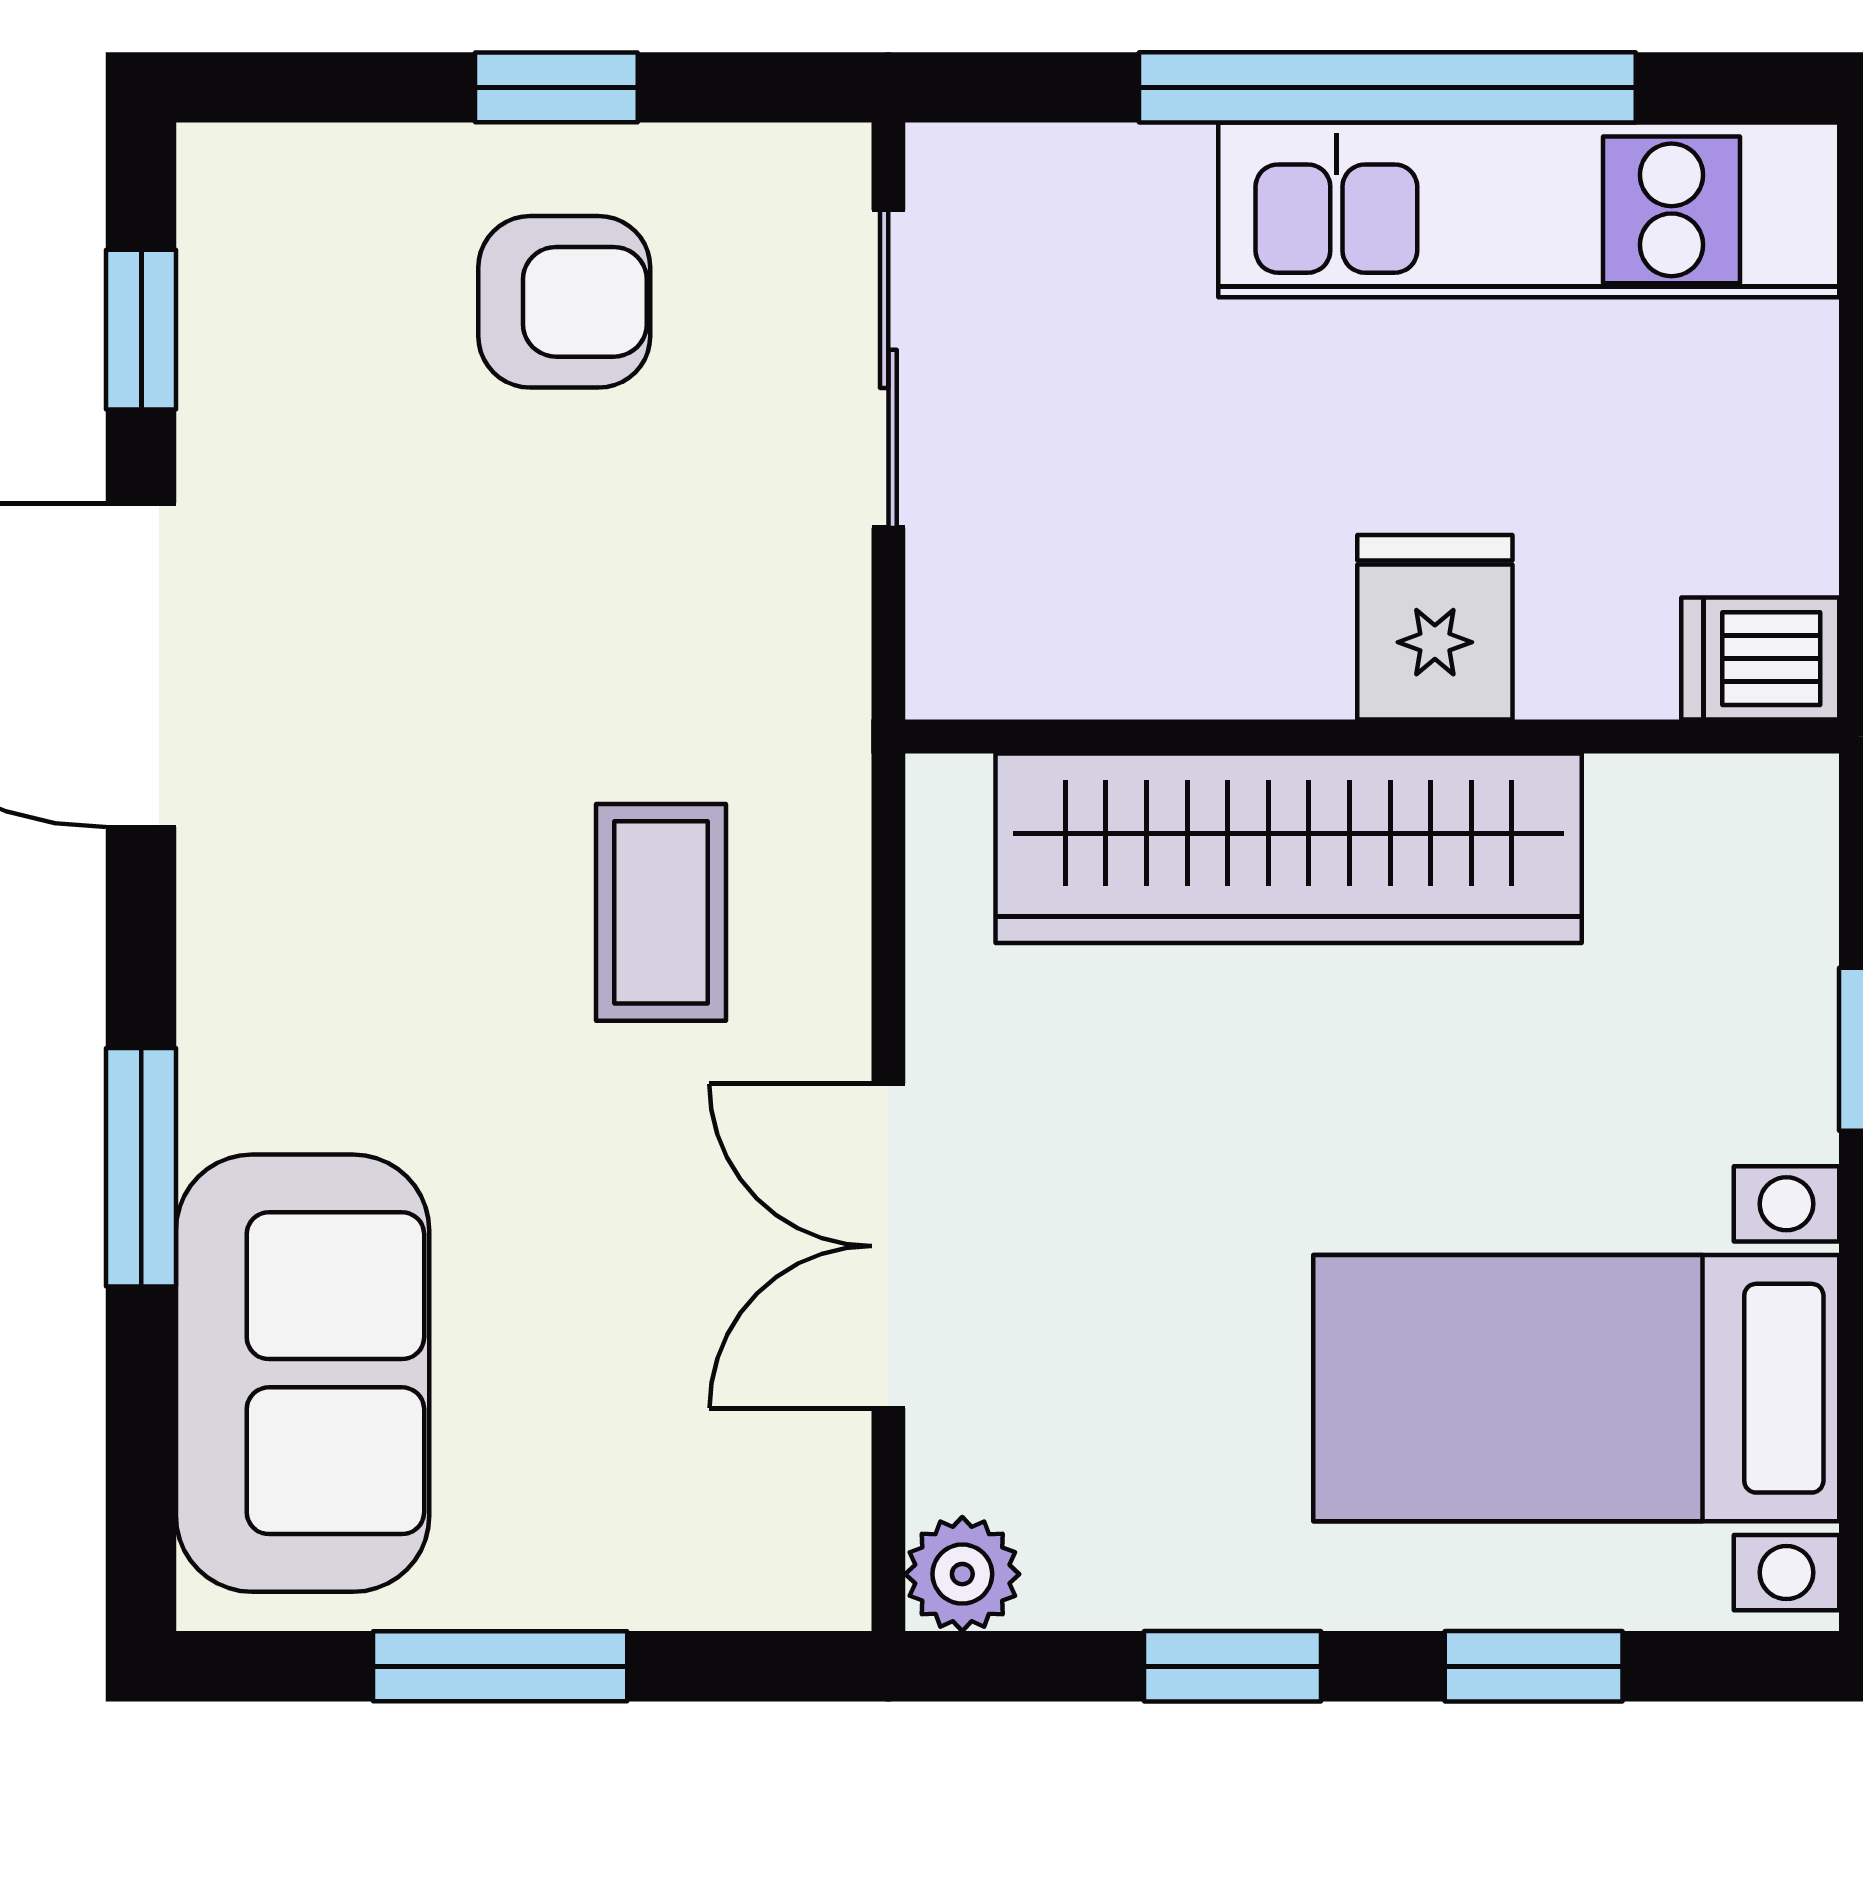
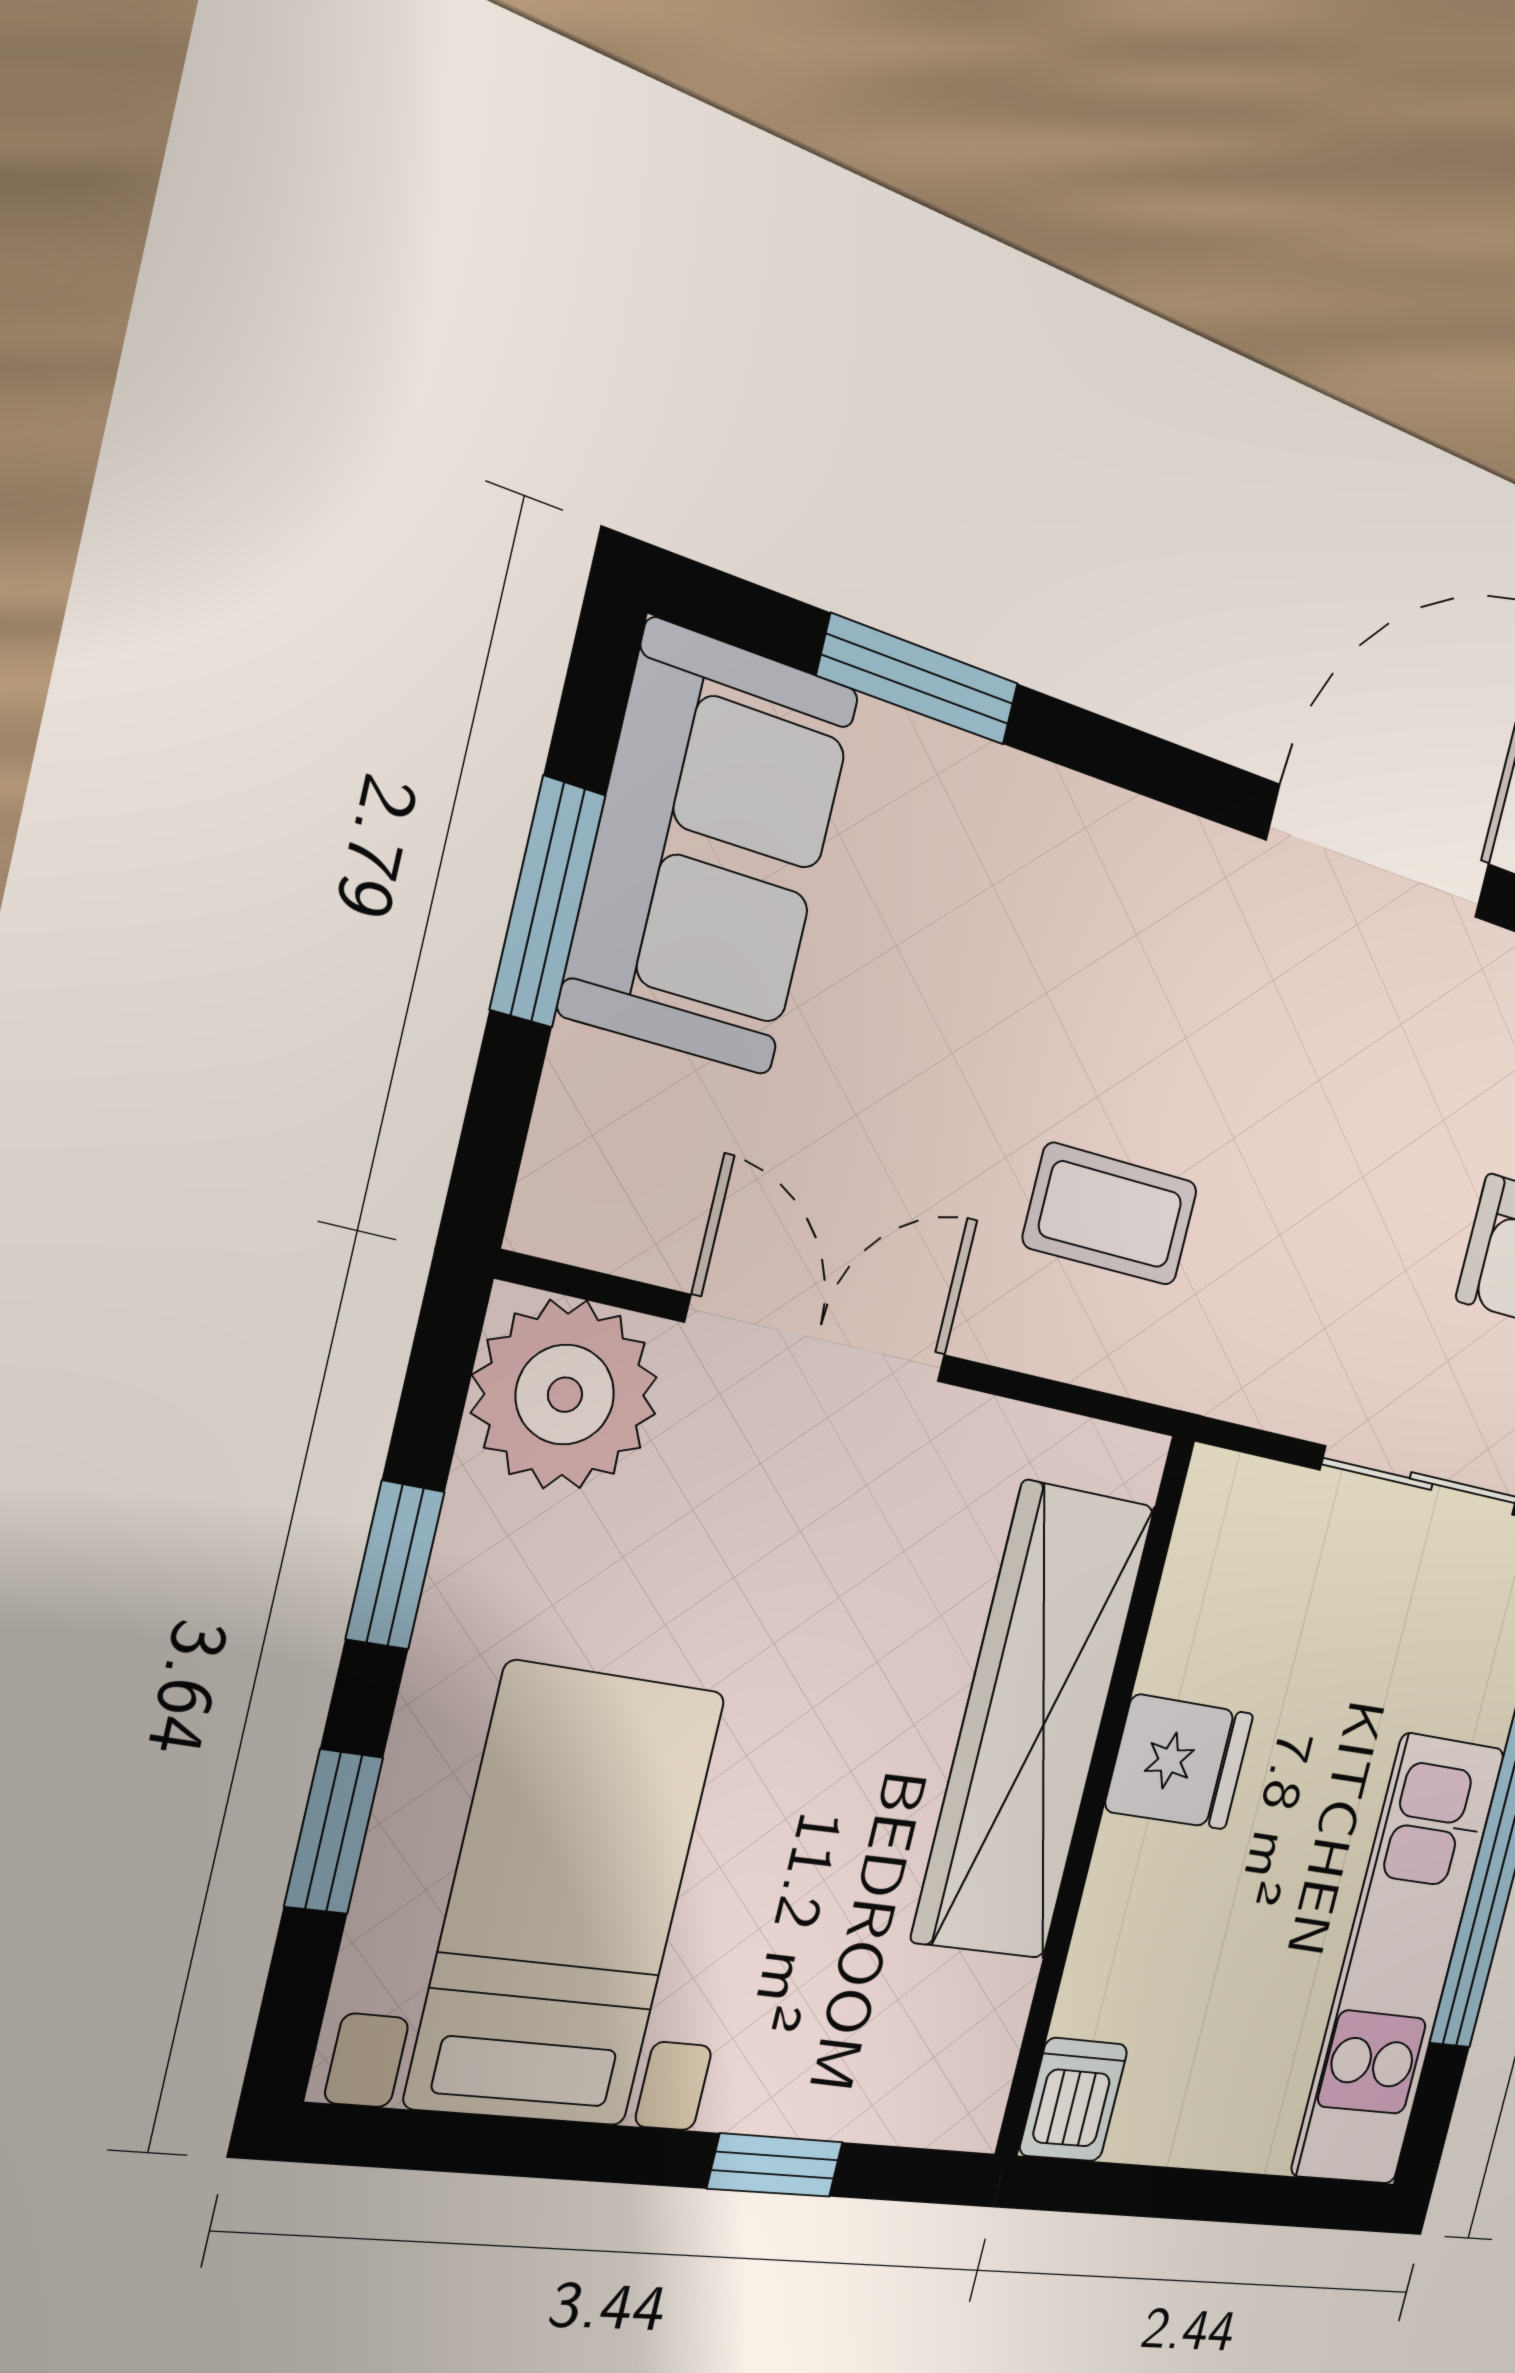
fridge: (1435, 627) -> (1179, 1762), moved
window: (141, 1167) -> (918, 680), moved
sofa: (303, 1373) -> (710, 851), moved, turned -90
plant: (962, 1574) -> (565, 1395), width x1.87, depth x1.87

